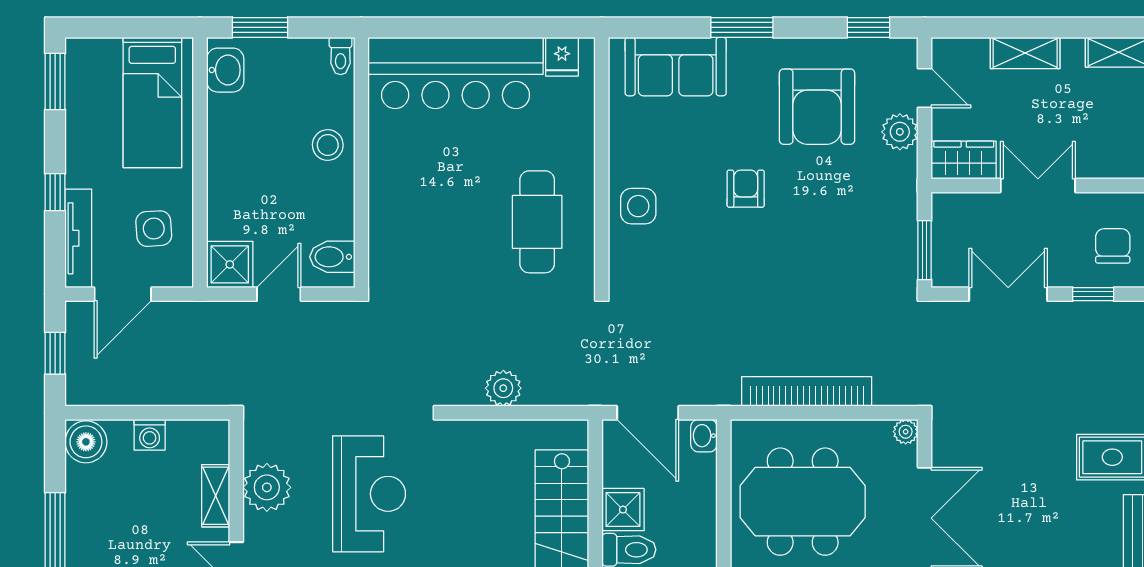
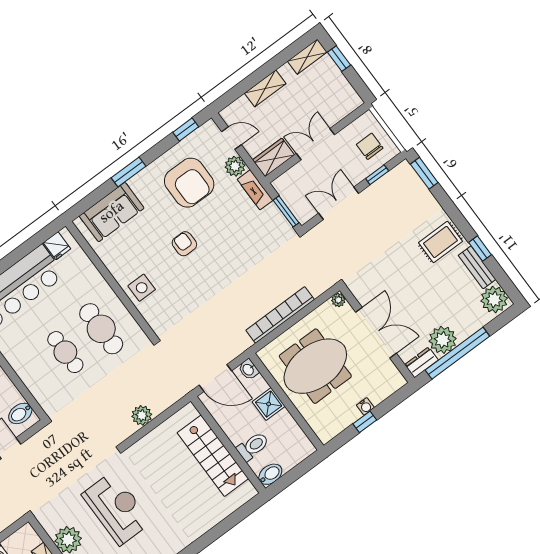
fireplace: (903, 187) -> (255, 190), added
cafe table: (461, 217) -> (65, 352), added
shower: (623, 510) -> (269, 404), moved

